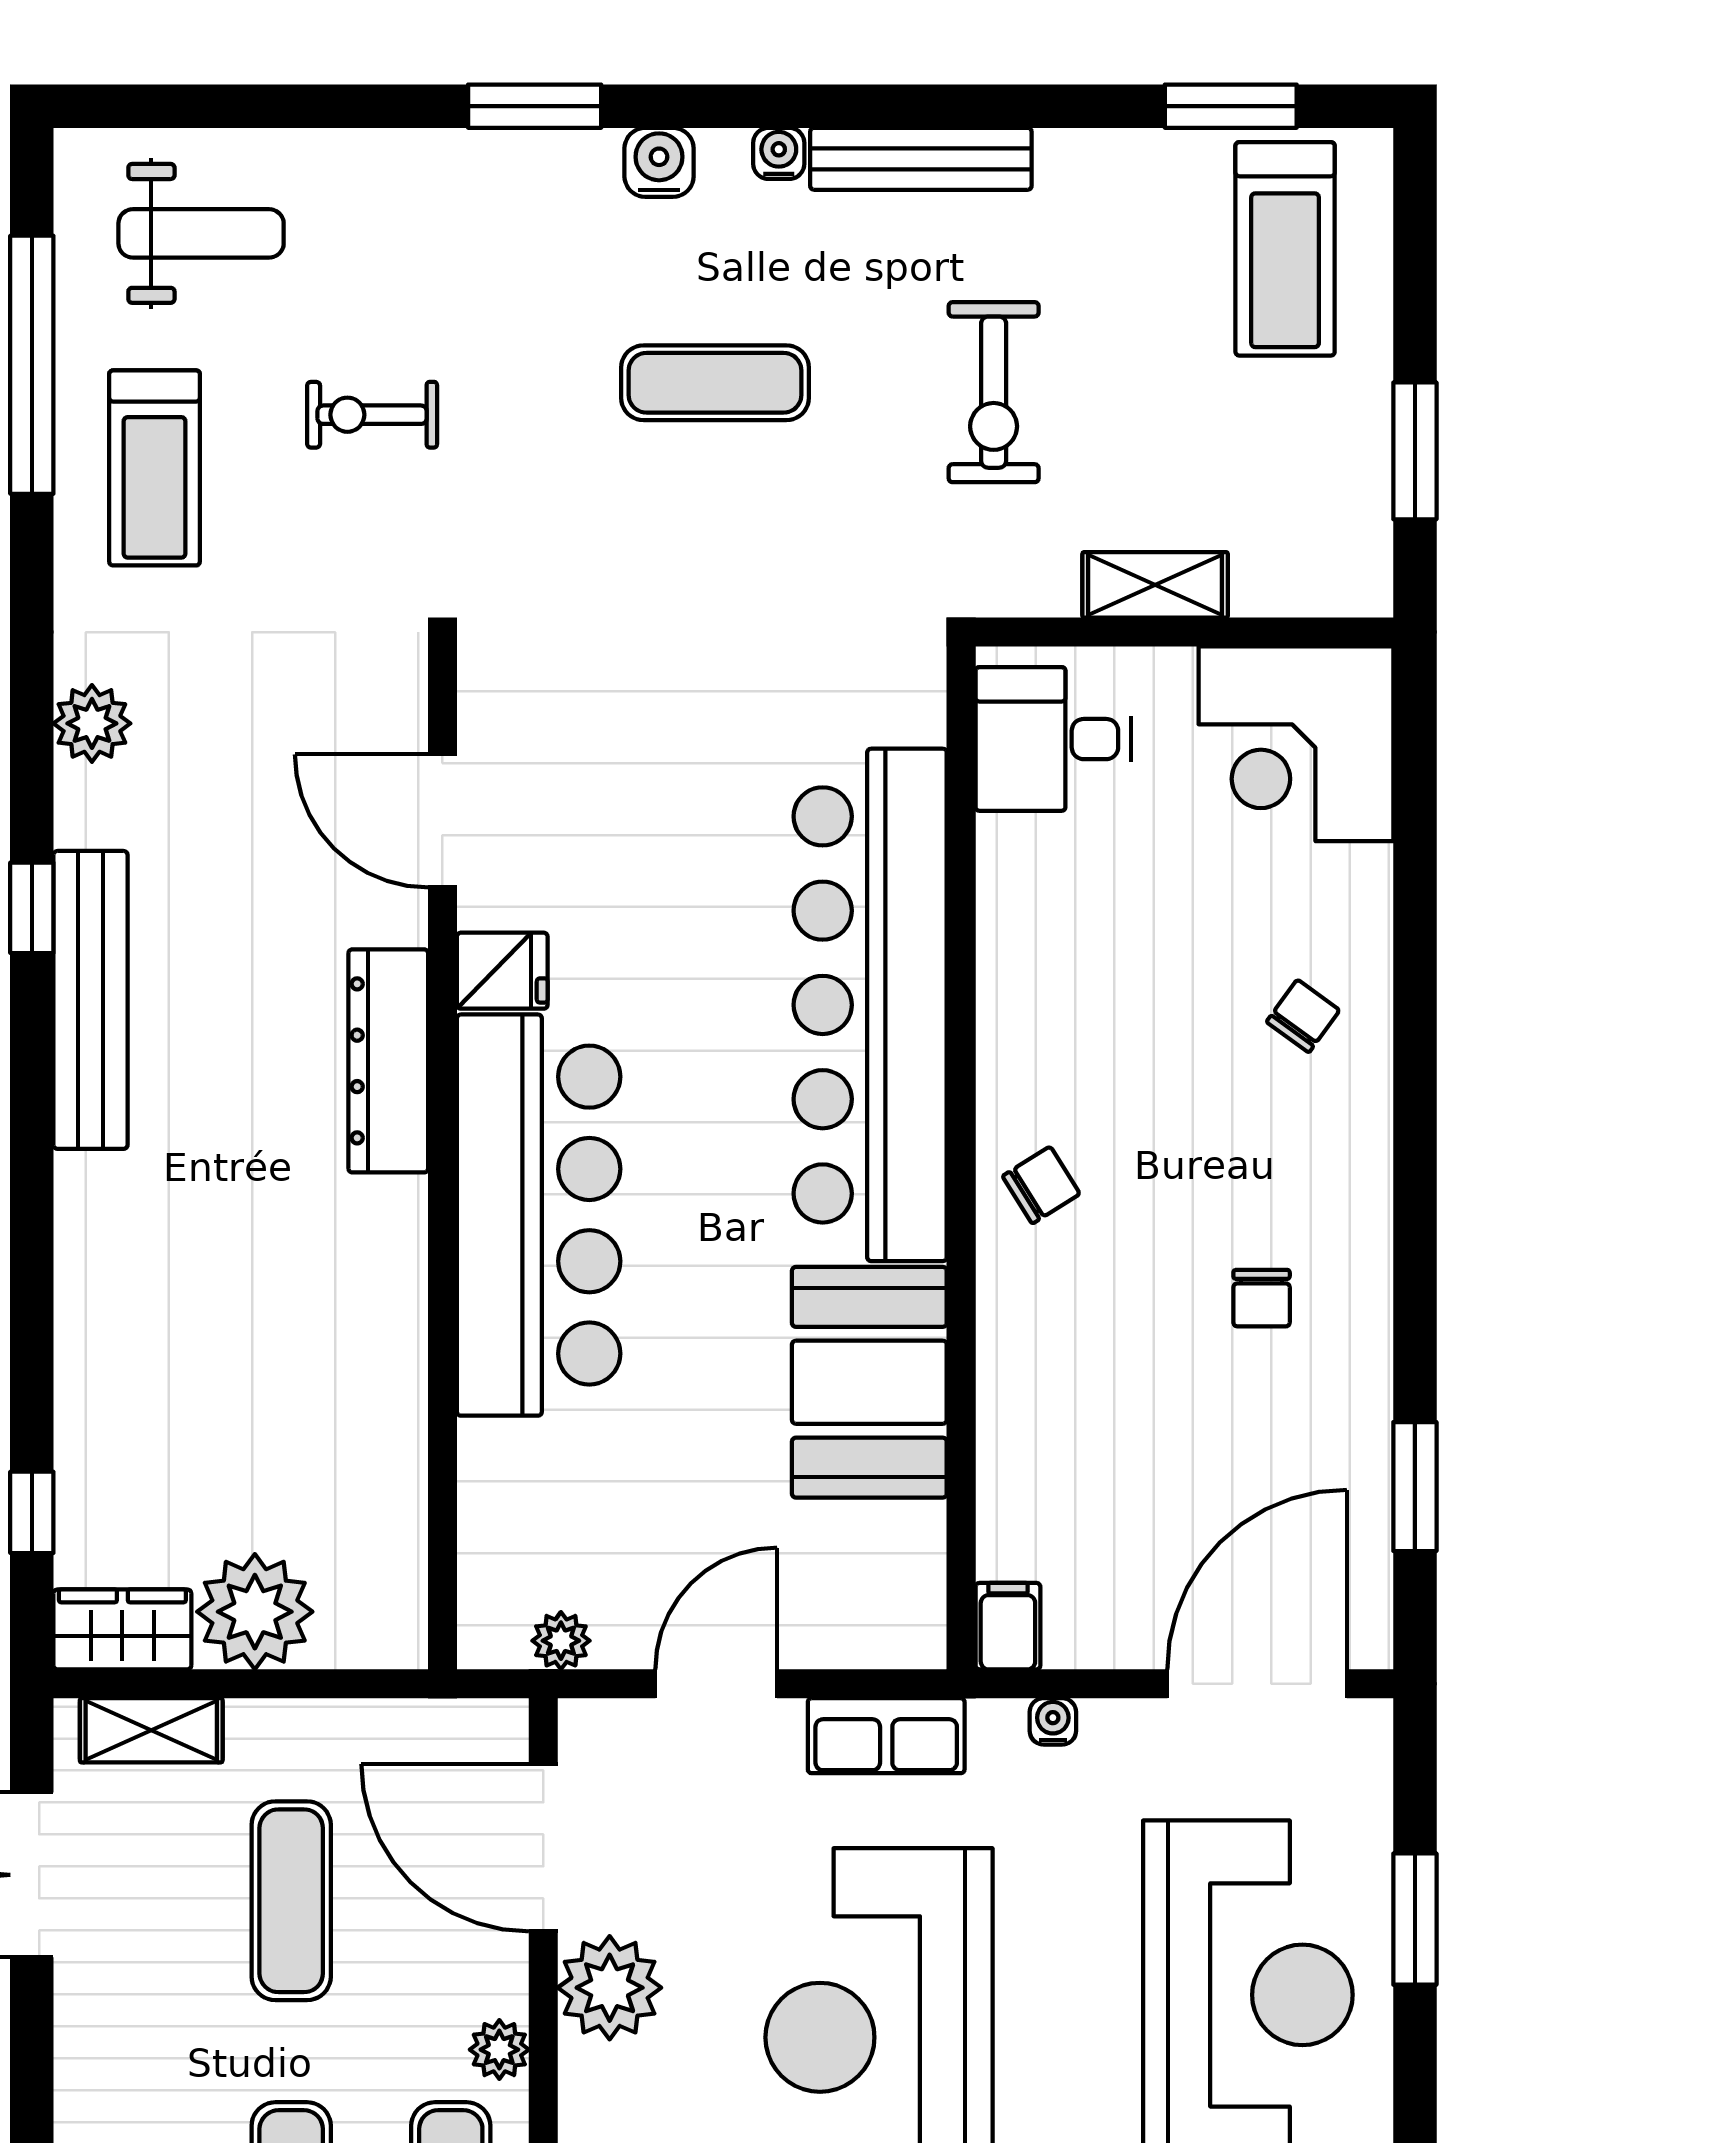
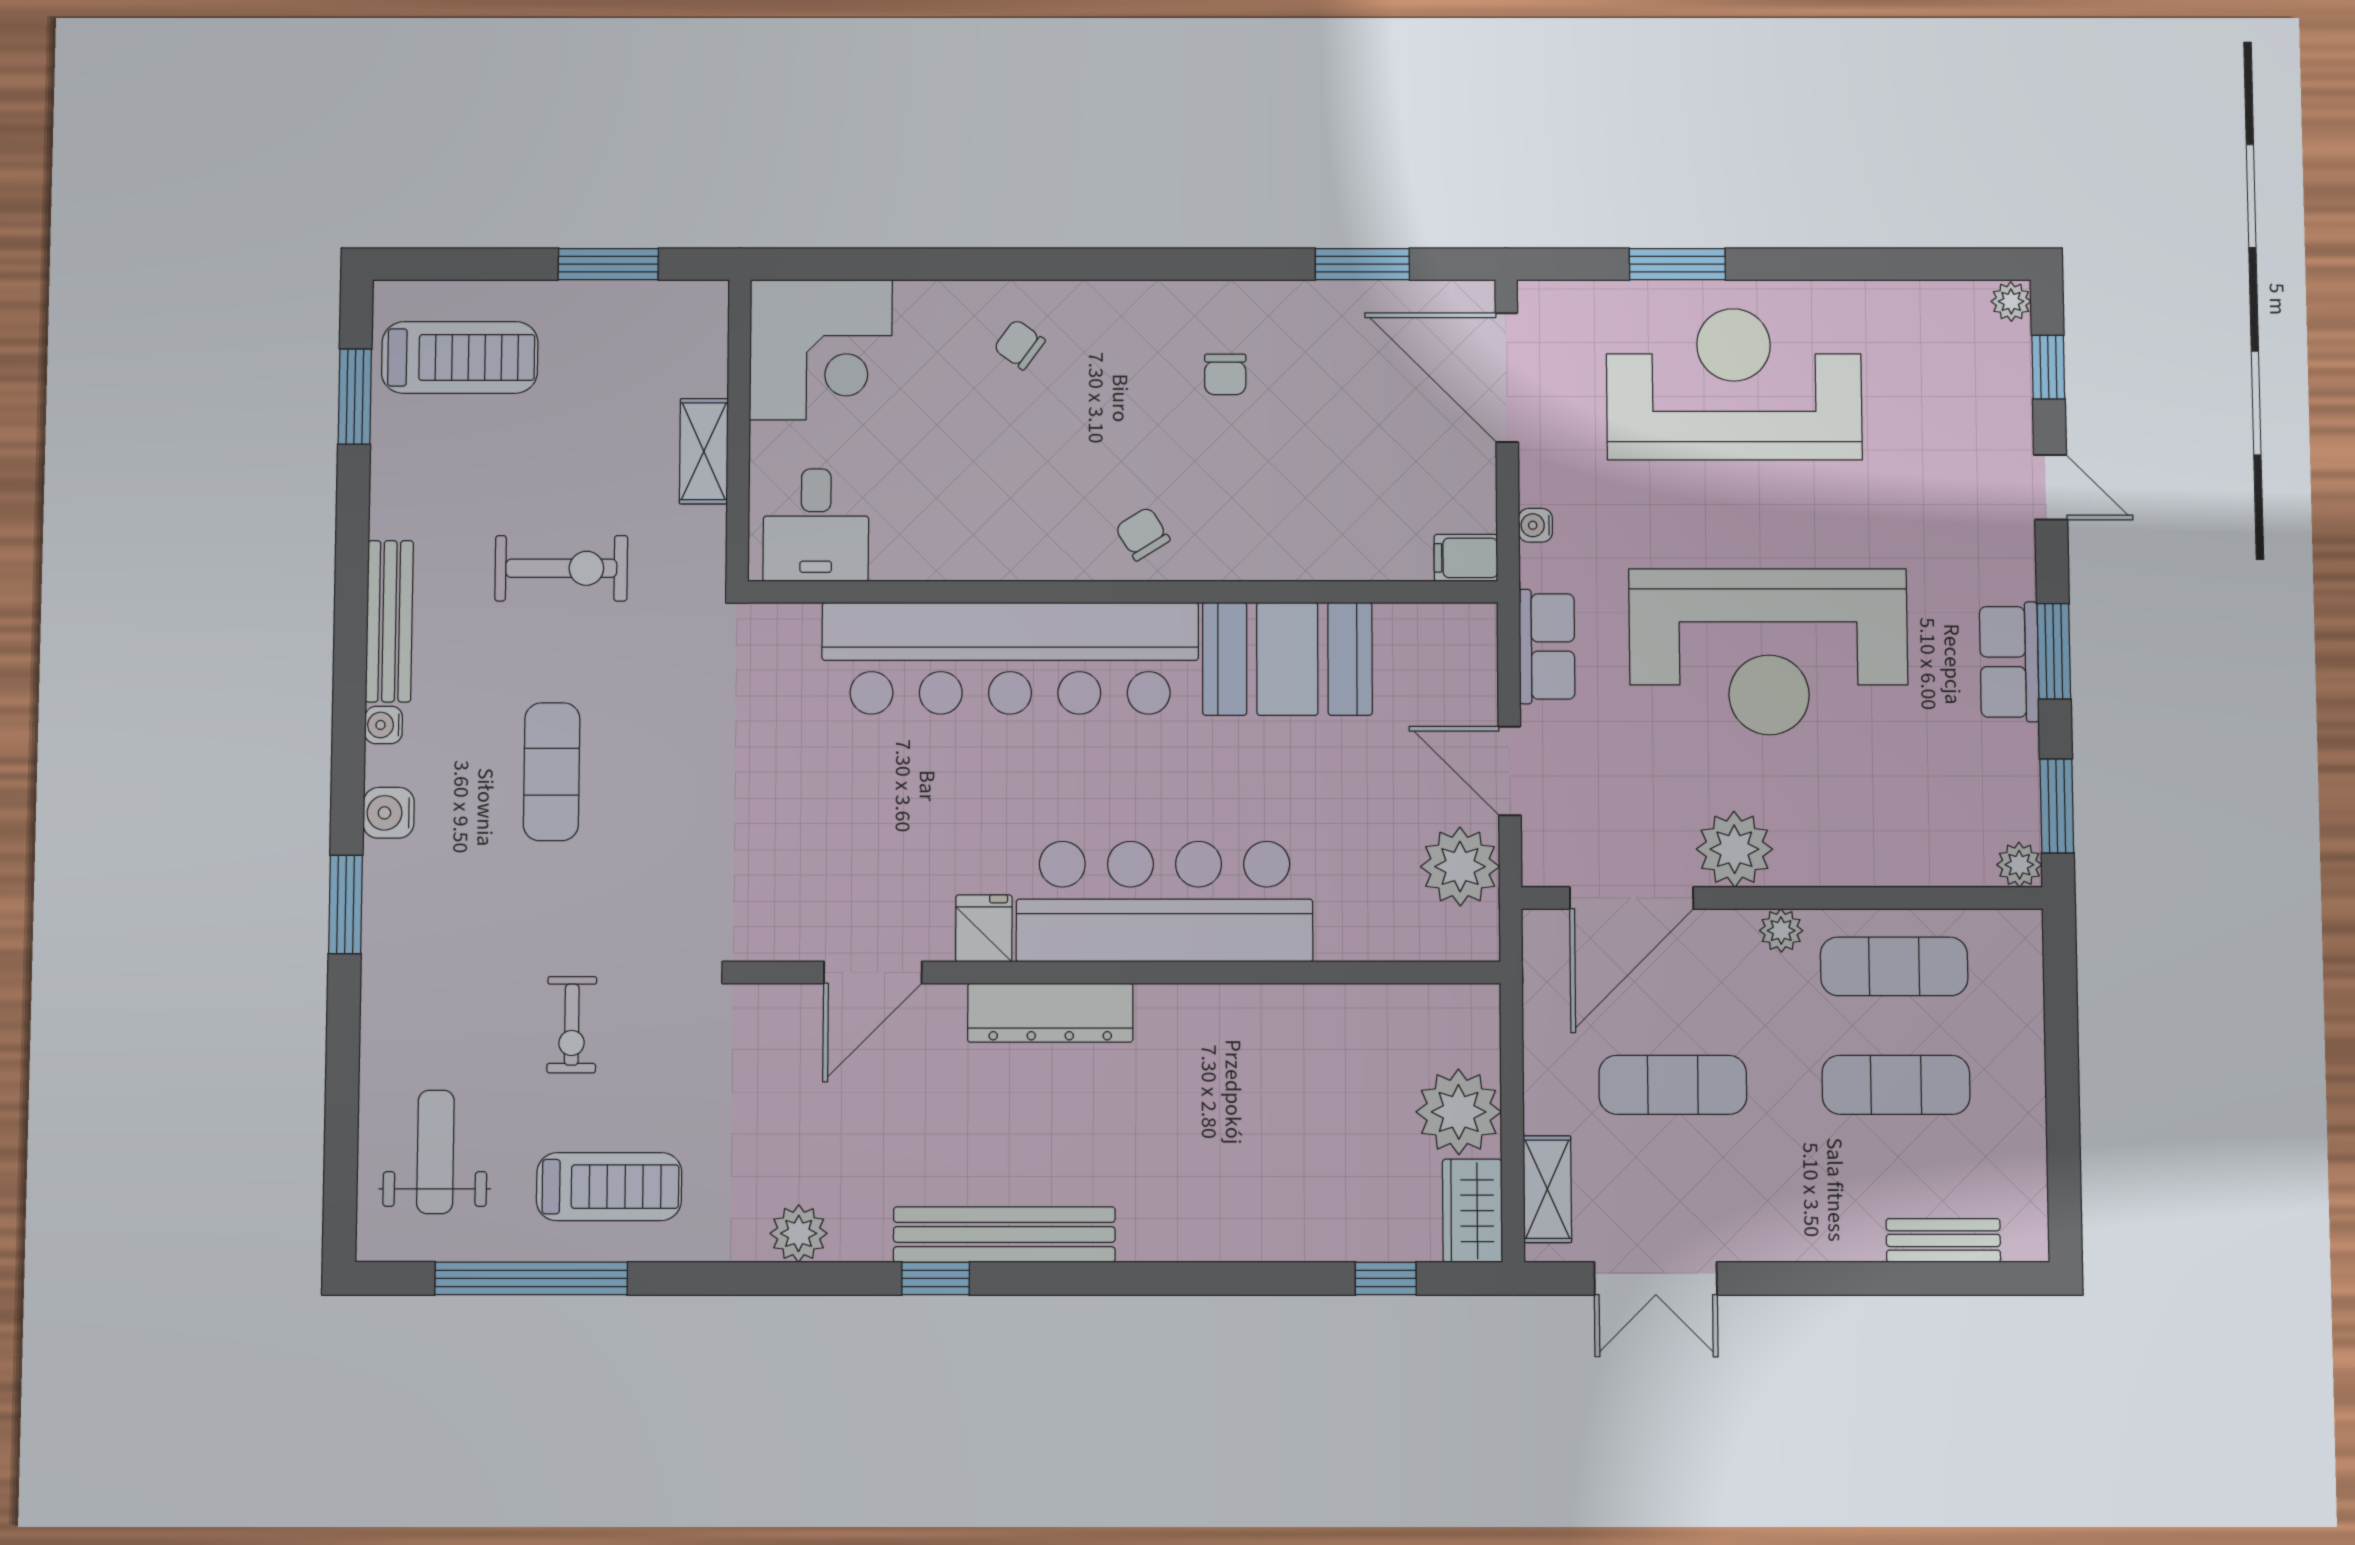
chair: (1262, 1298) -> (1225, 374), turned 90
plant: (561, 1641) -> (1460, 867), width x1.87, depth x1.87

